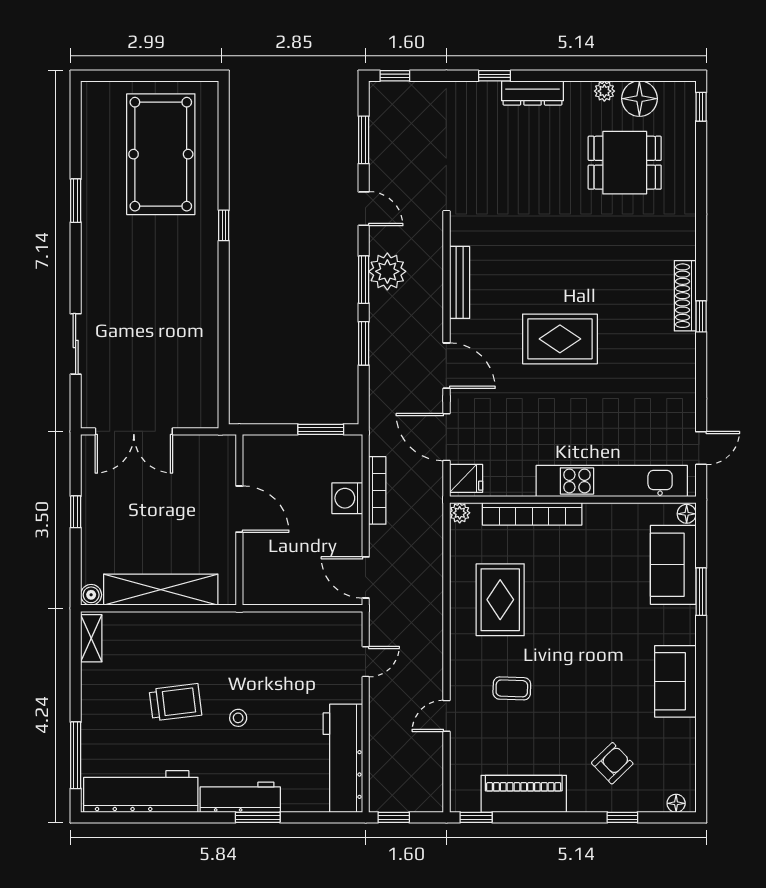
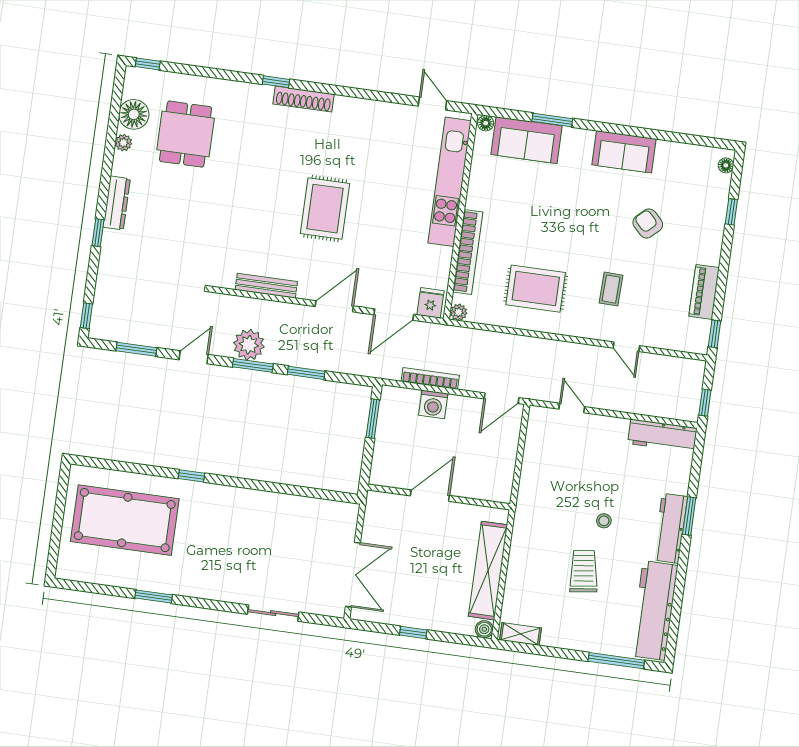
window: (701, 316) -> (276, 82), moved
workbench: (343, 758) -> (662, 436), width x0.73, depth x0.76
armchair: (612, 763) -> (648, 223), moved
piano: (524, 794) -> (704, 292), width x0.73, depth x0.75

